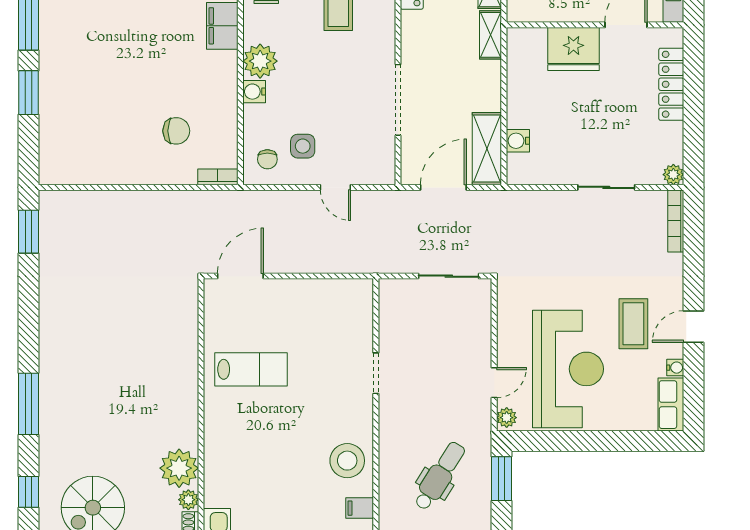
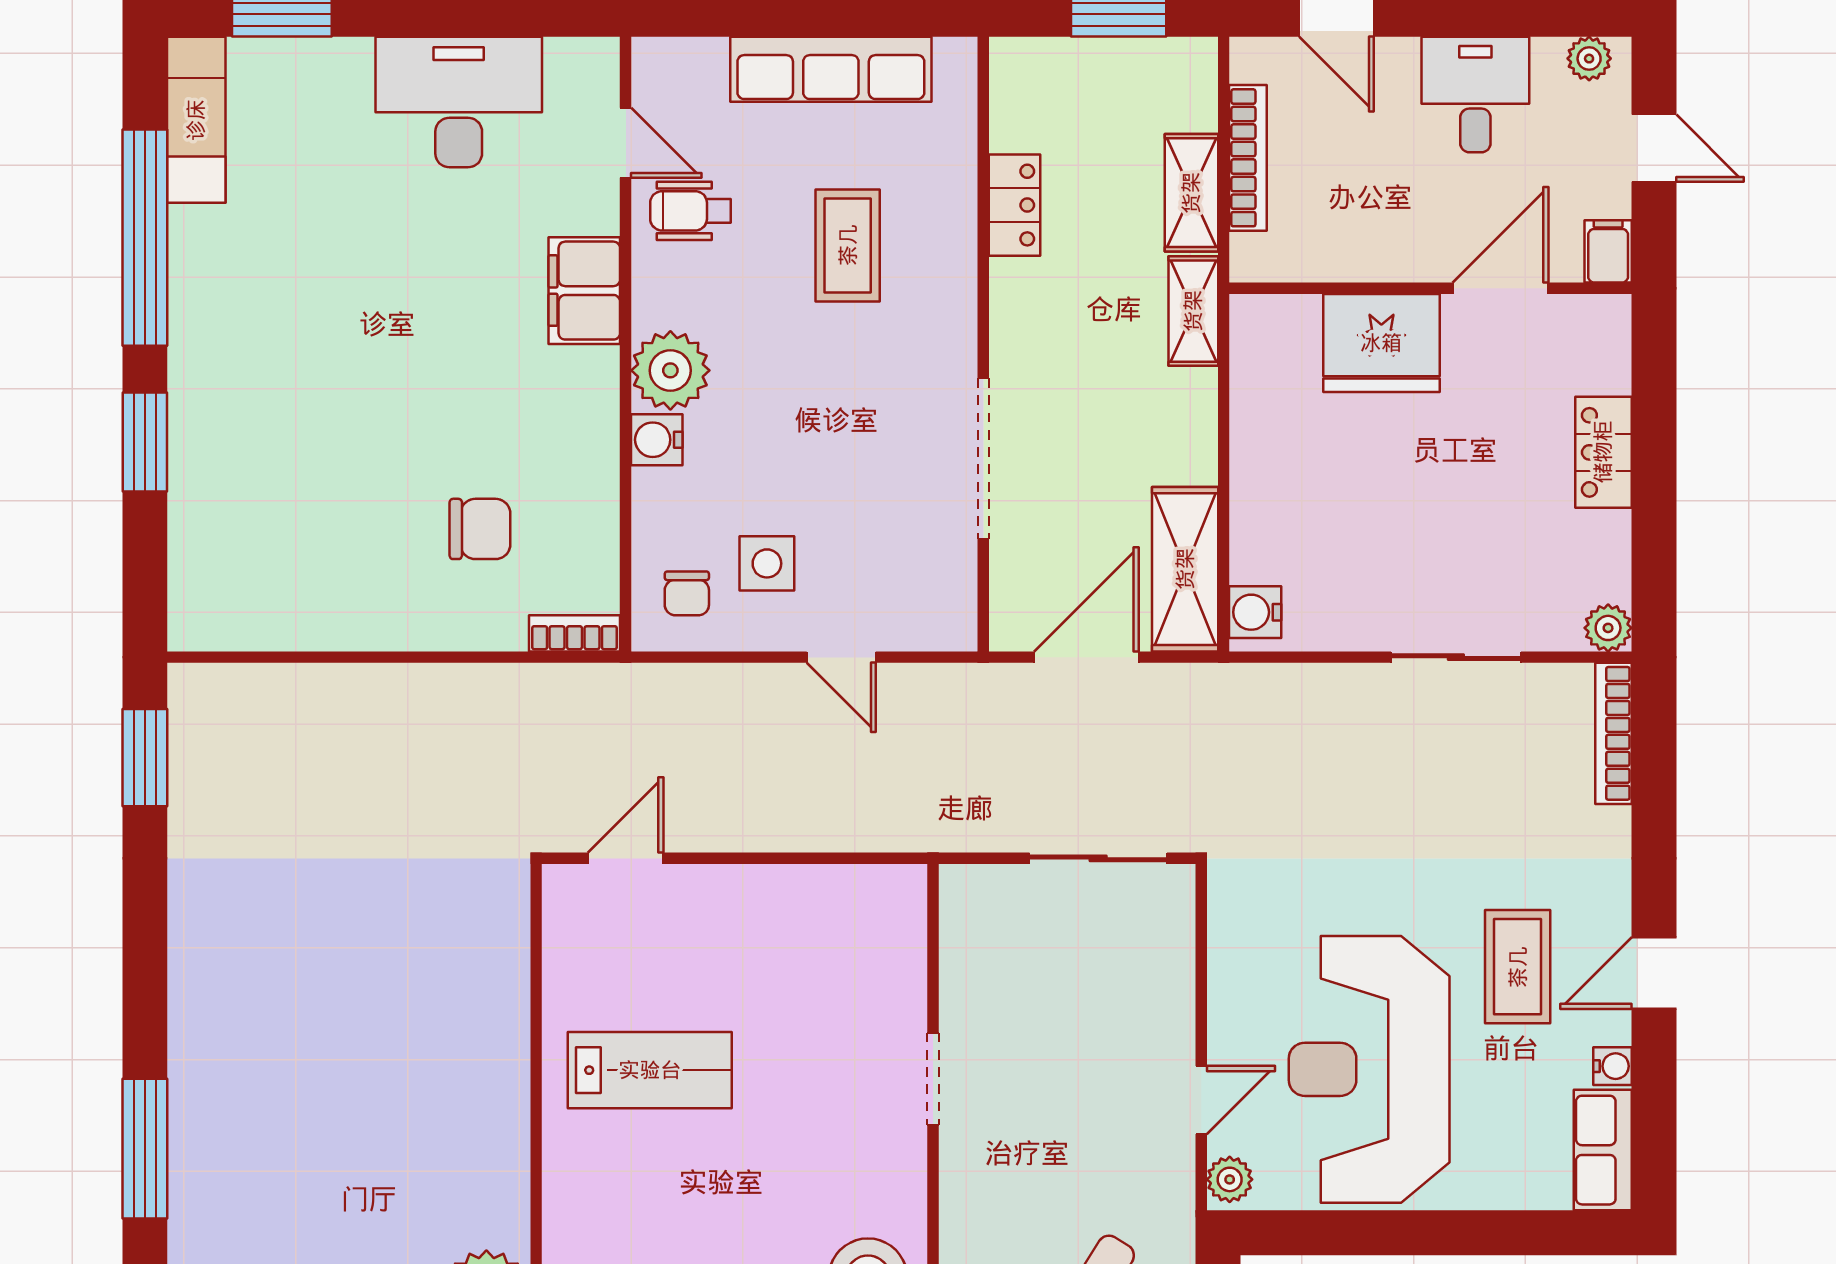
locker: (671, 84) -> (1603, 452), width x0.66
water cooler: (518, 141) -> (1255, 612), moved
door: (240, 276) -> (626, 858), width x0.73
reception desk: (568, 369) -> (1369, 1069), turned 180

